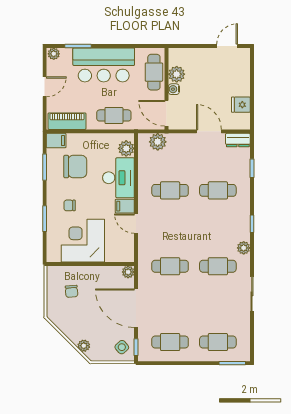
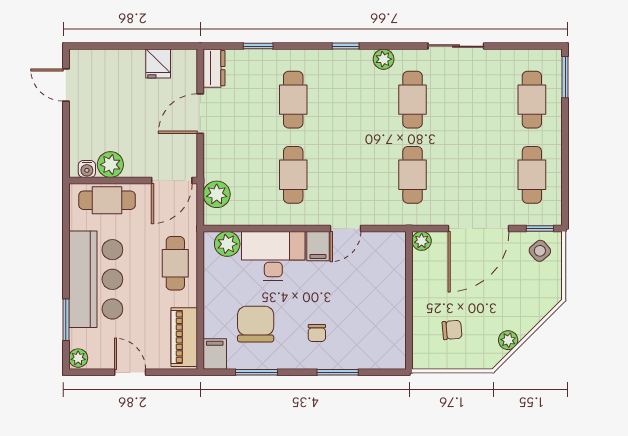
water cooler: (174, 89) -> (87, 169), moved
corner desk: (83, 241) -> (372, 312), removed
plant: (84, 346) -> (508, 340), moved

